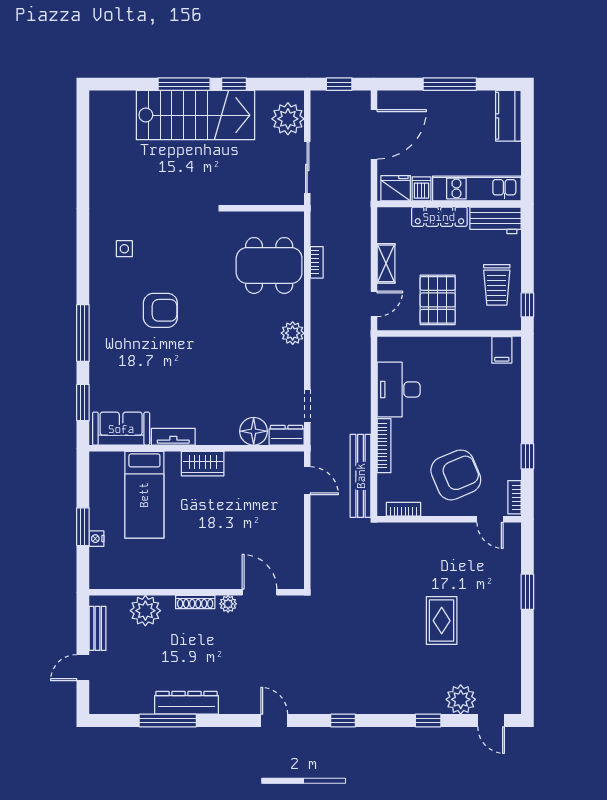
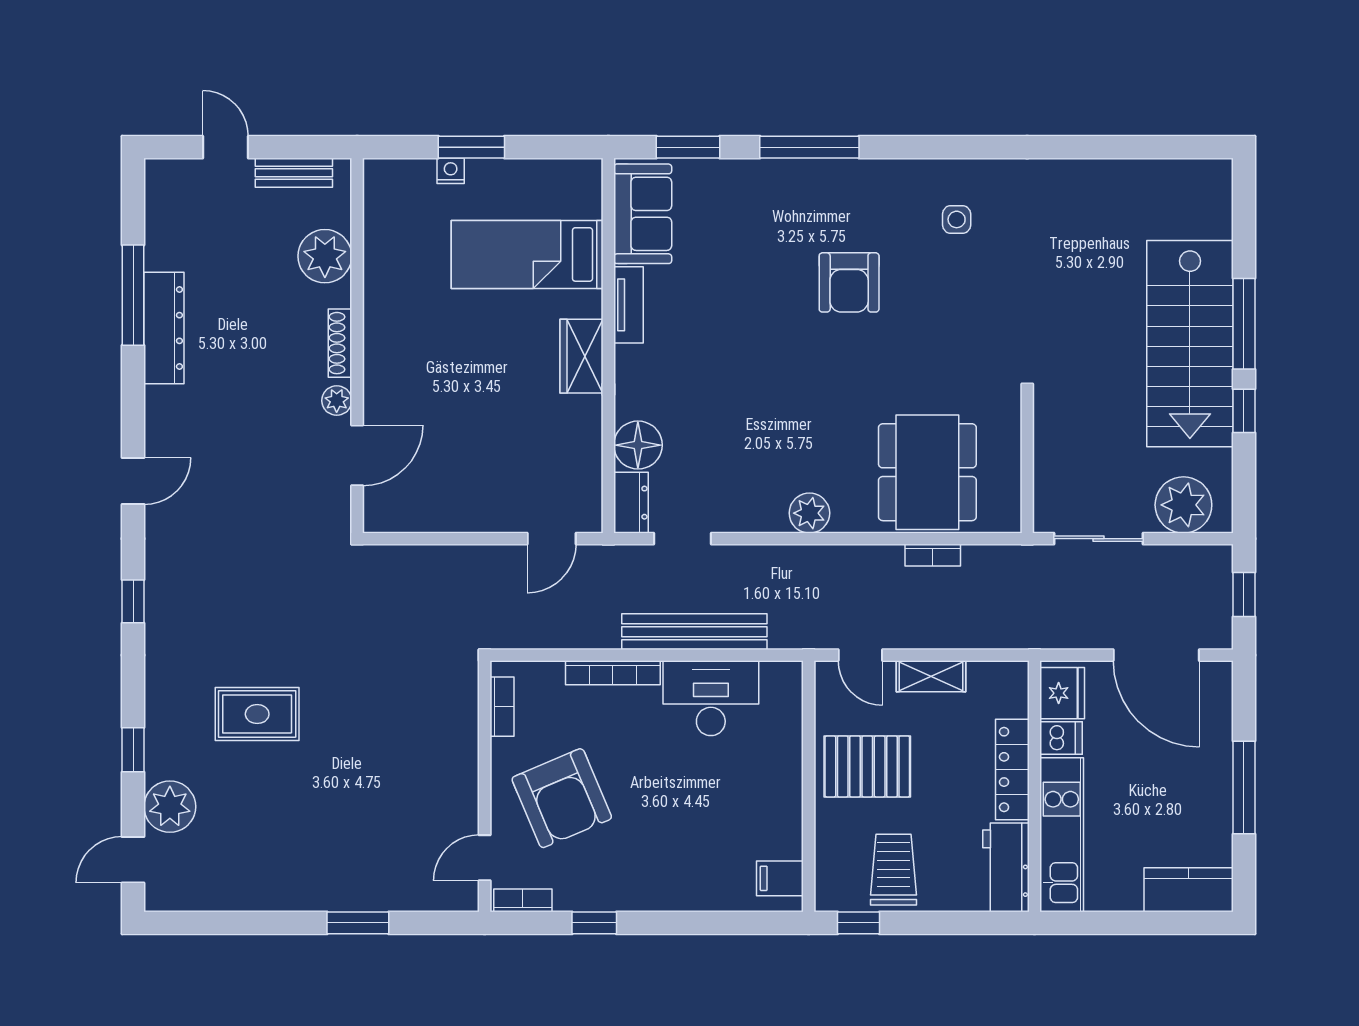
trolley: (497, 285) -> (893, 870), turned 90
bench: (361, 476) -> (694, 632), moved
rug: (442, 621) -> (257, 714), moved

